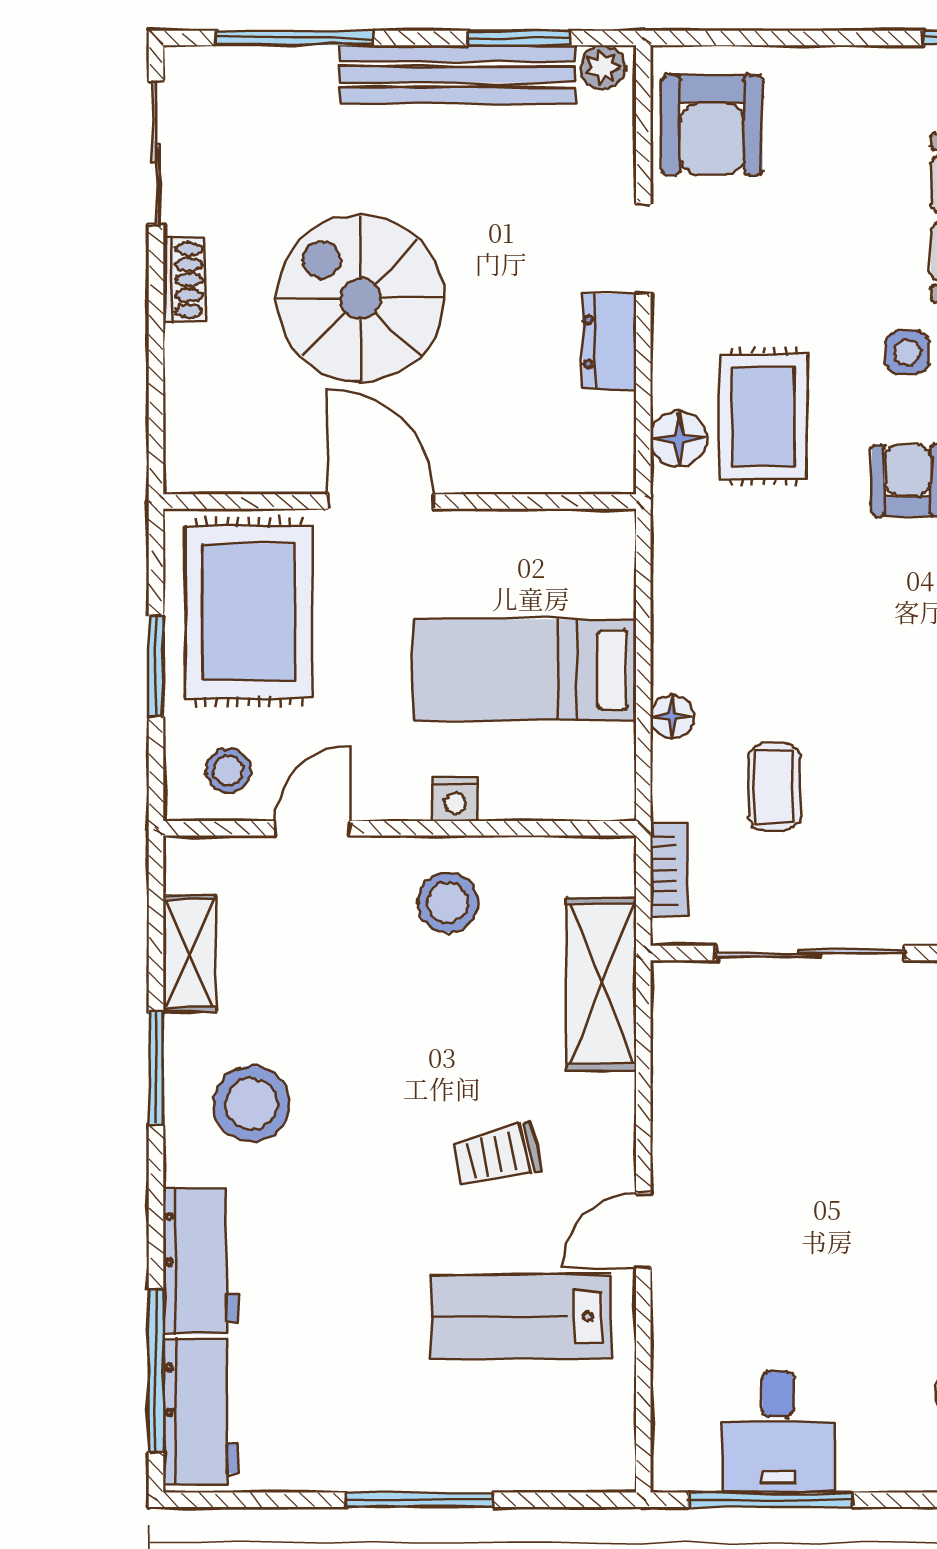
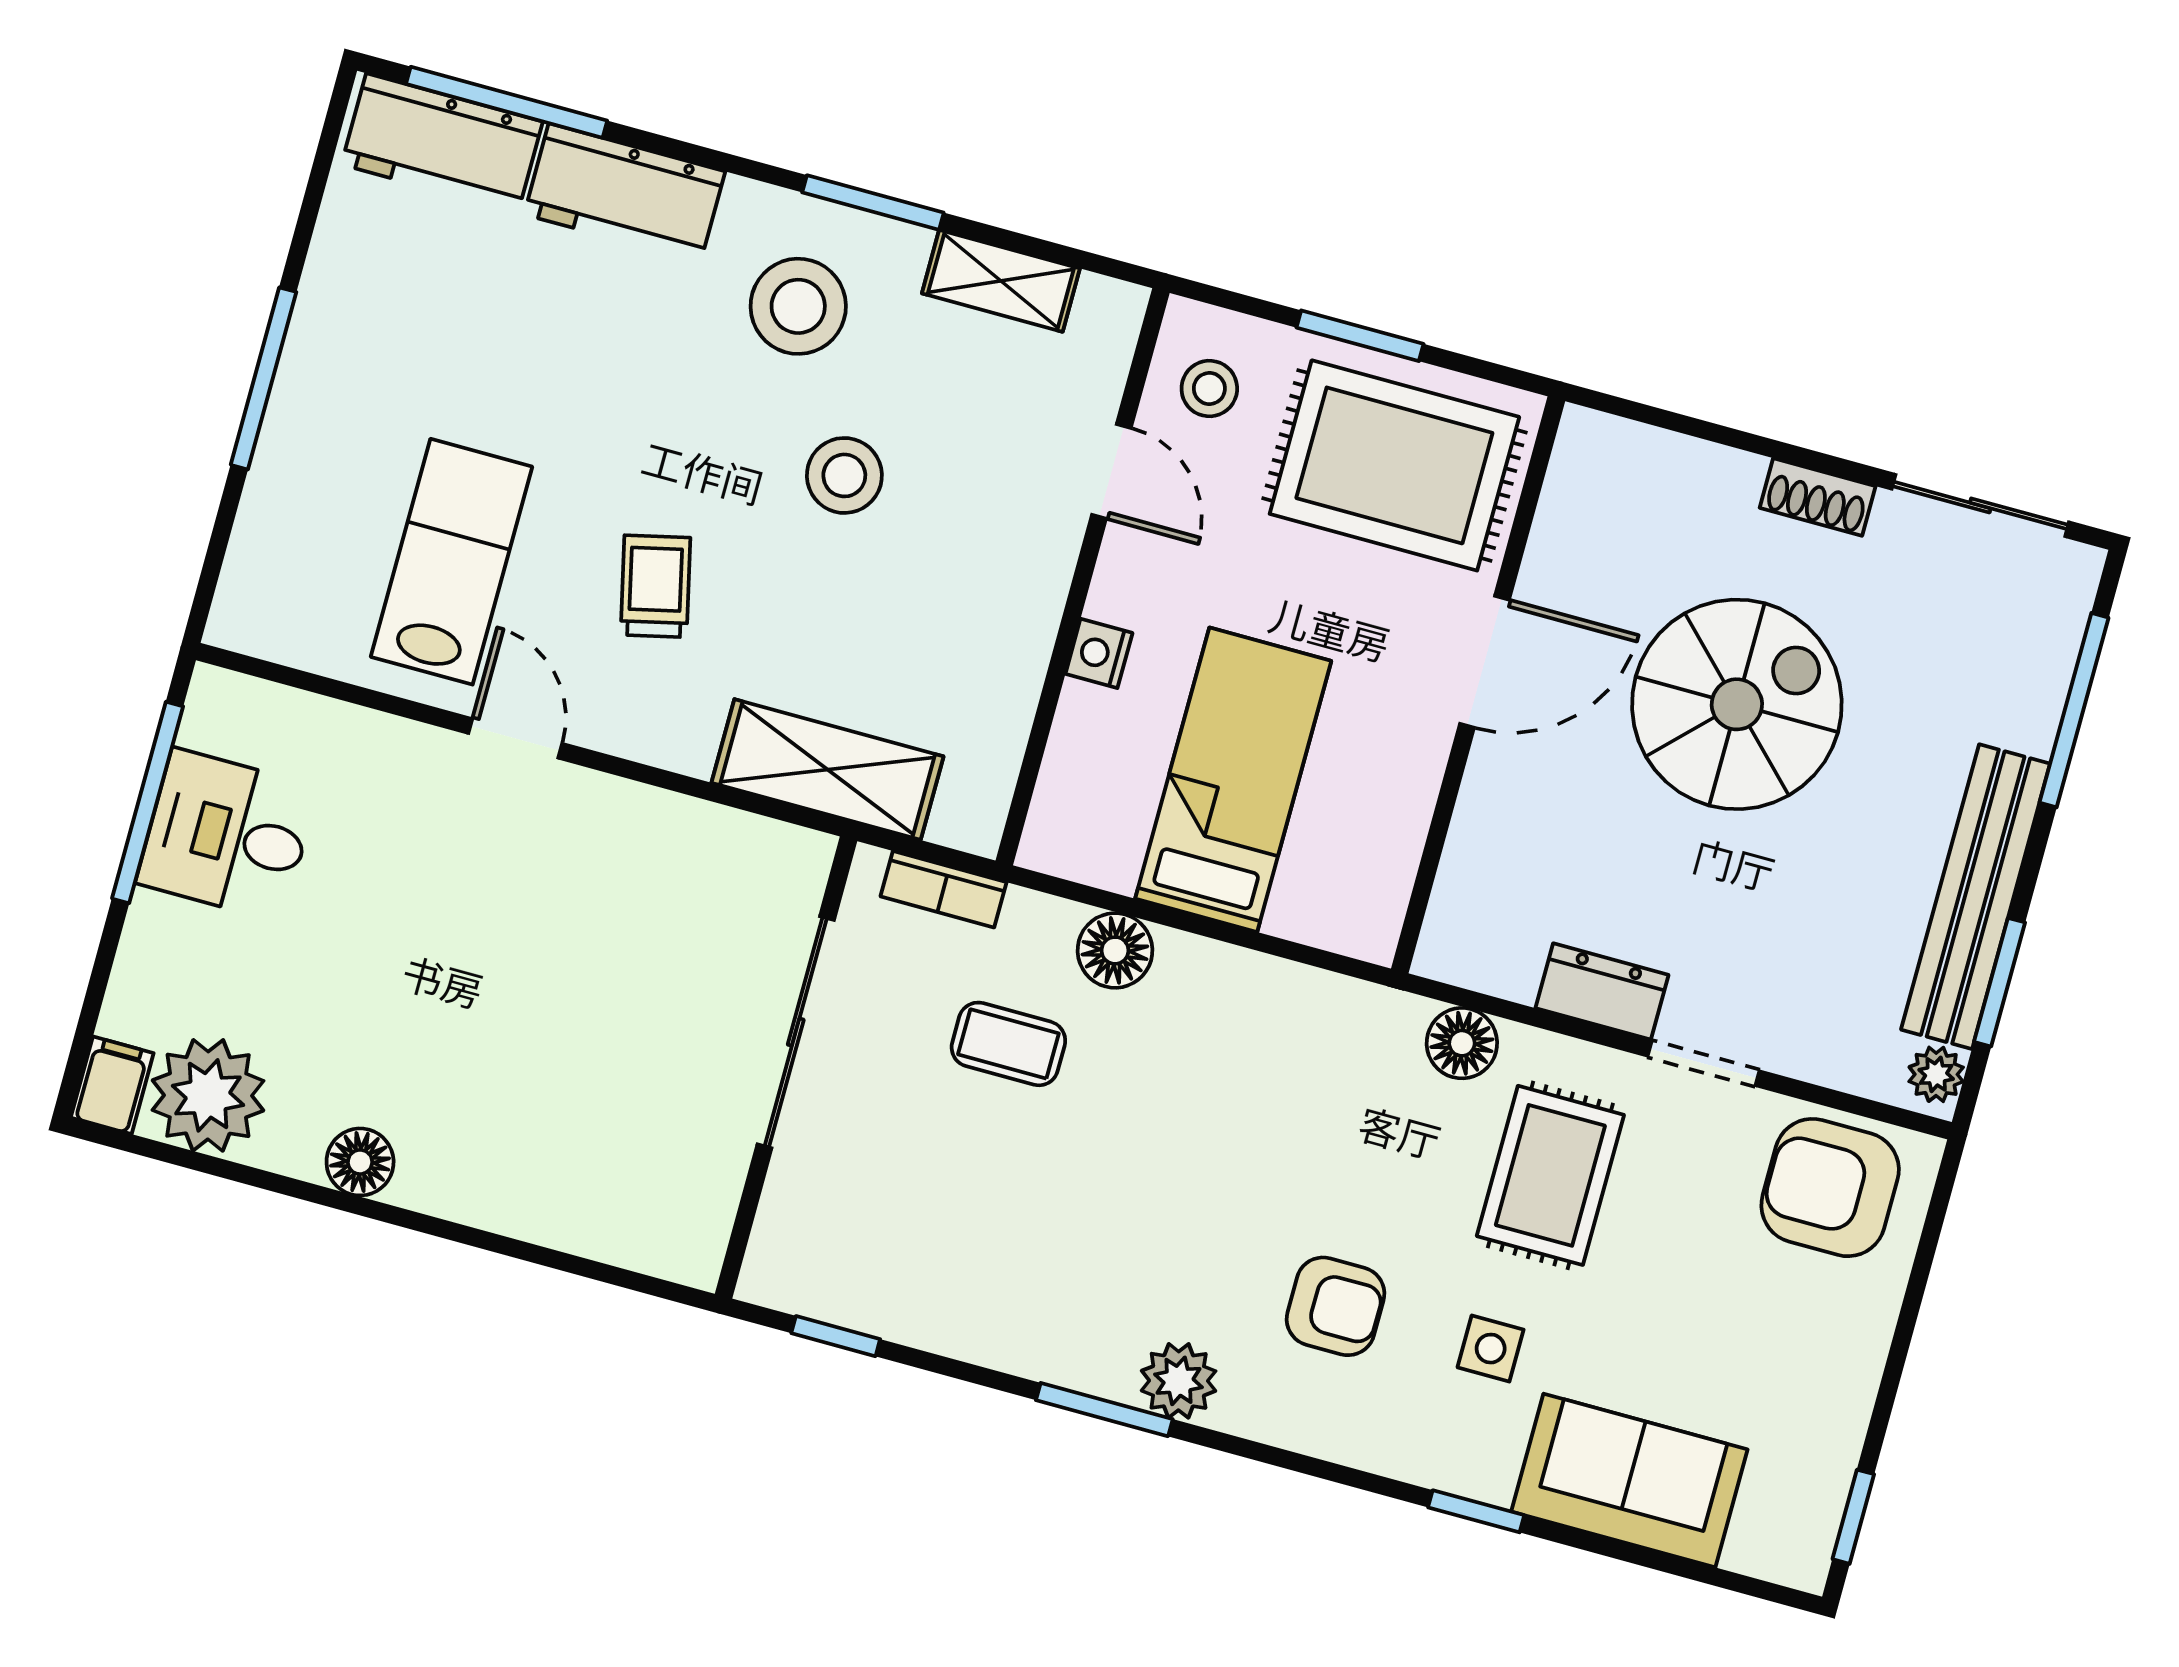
rug: (763, 416) -> (1550, 1175), moved, turned 90
floor lamp: (672, 717) -> (1115, 950), width x1.37, depth x1.37
stool: (448, 903) -> (844, 475), moved

